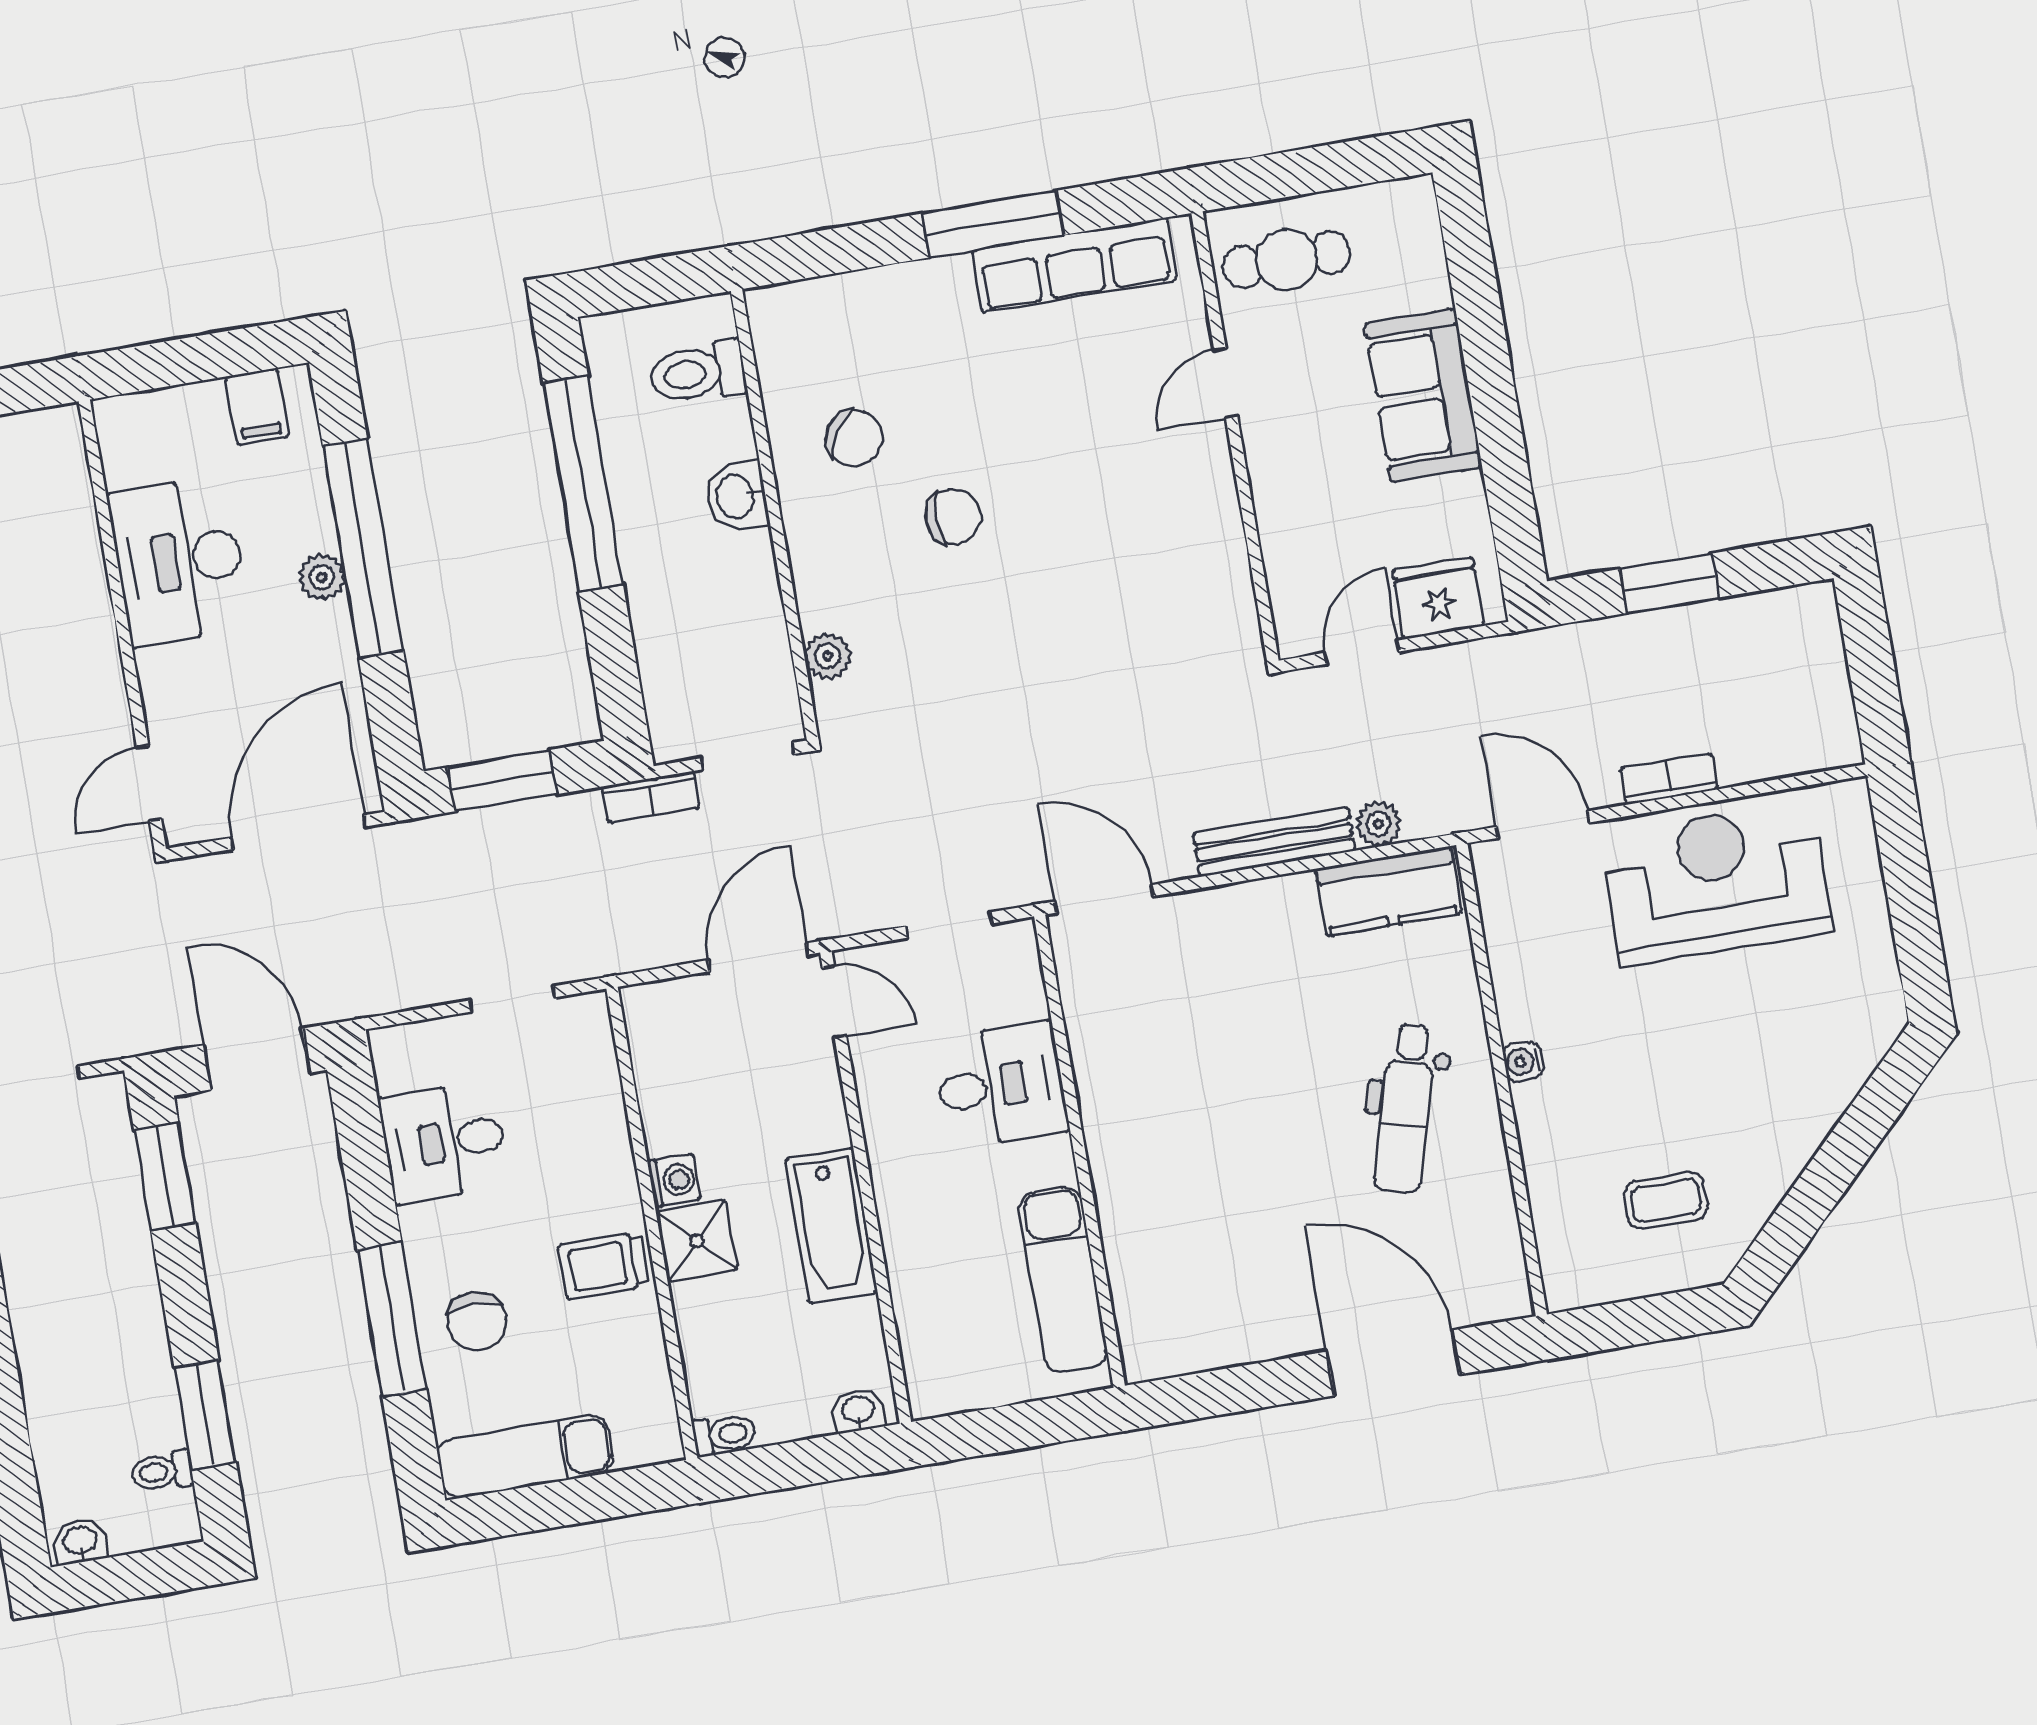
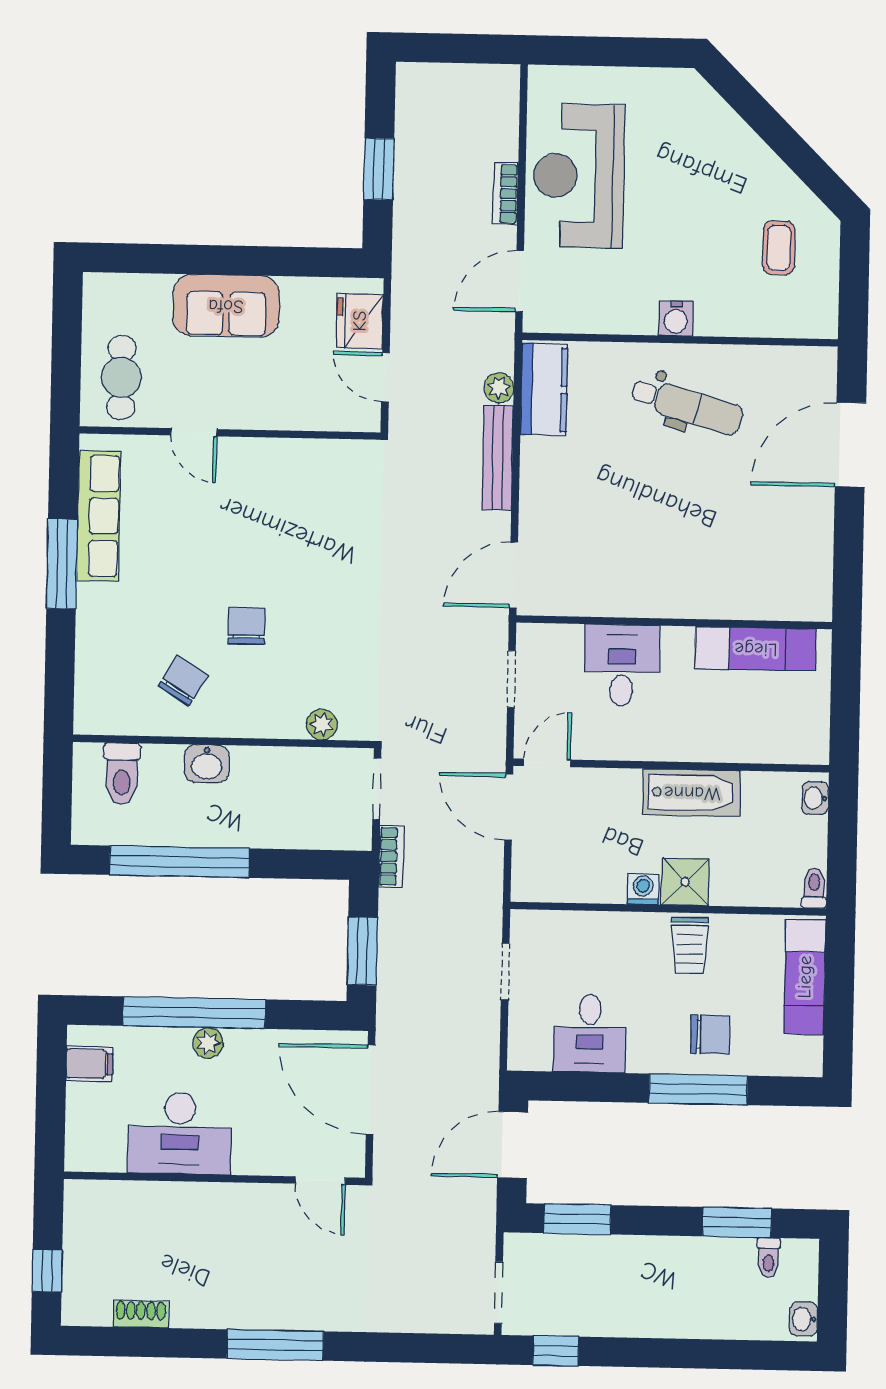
water cooler: (1523, 1062) -> (676, 319), width x1.38, depth x1.38
exam couch: (525, 1457) -> (805, 977), moved

